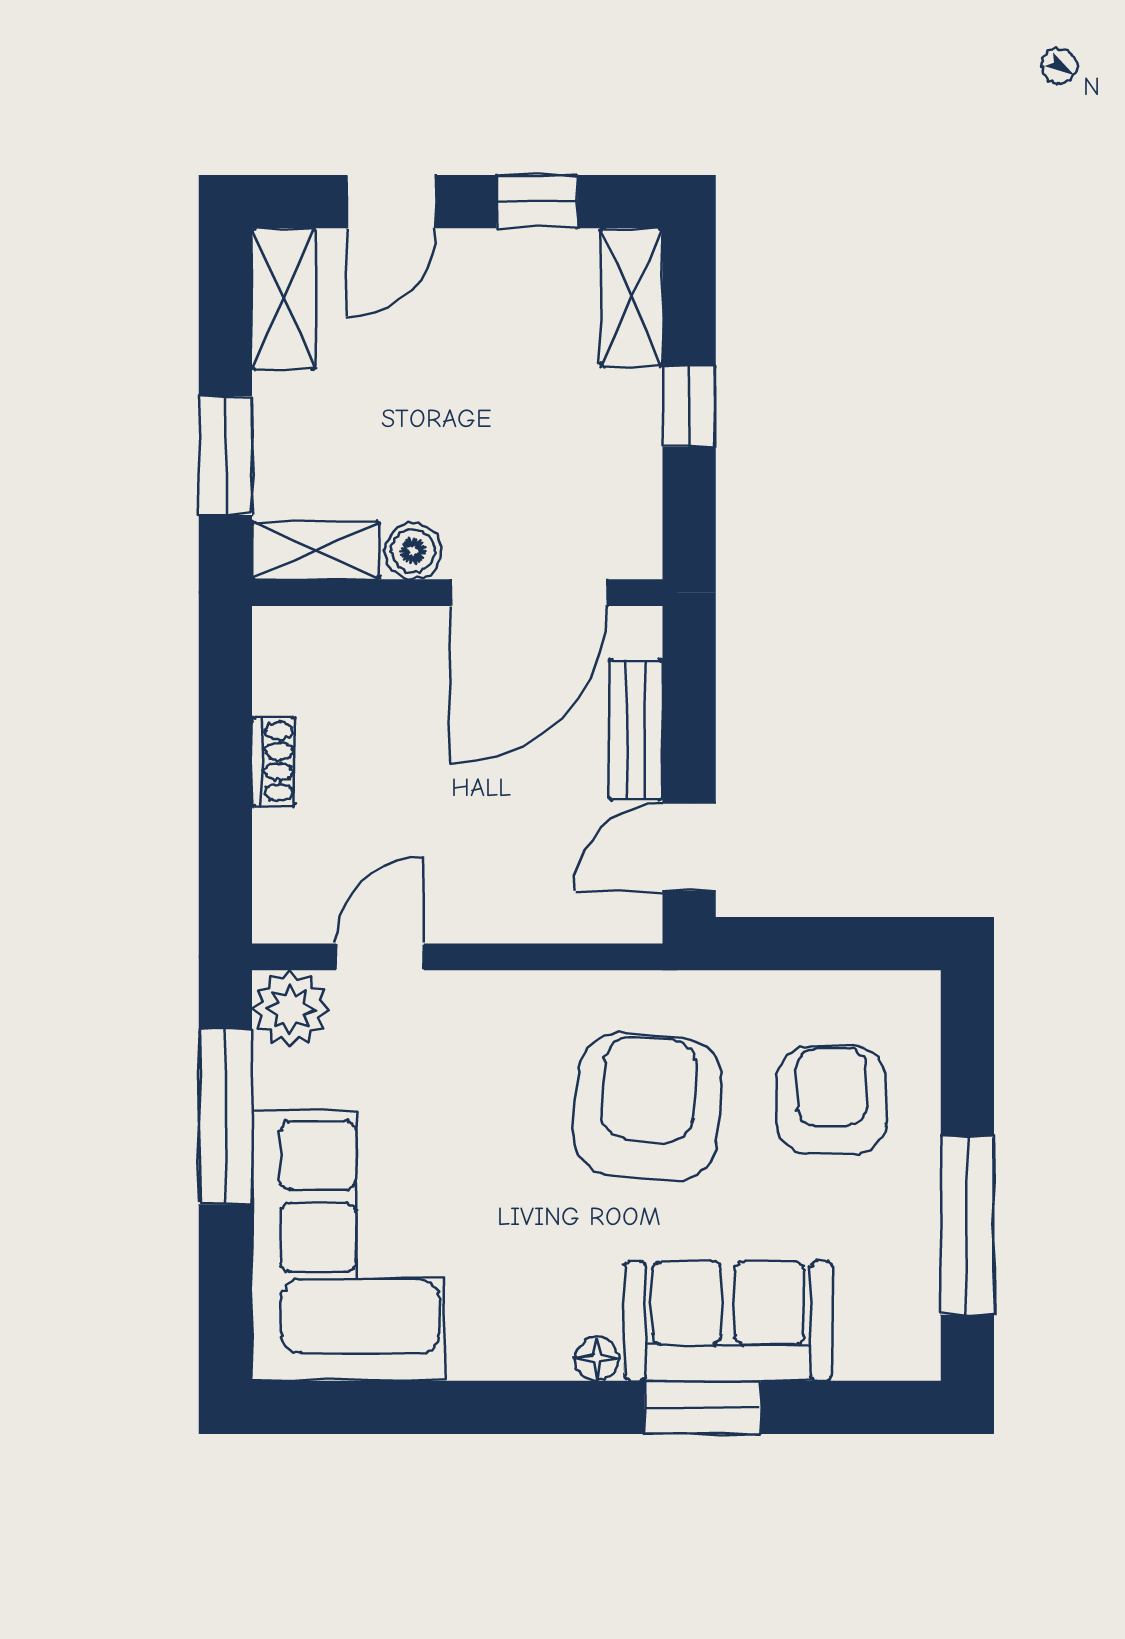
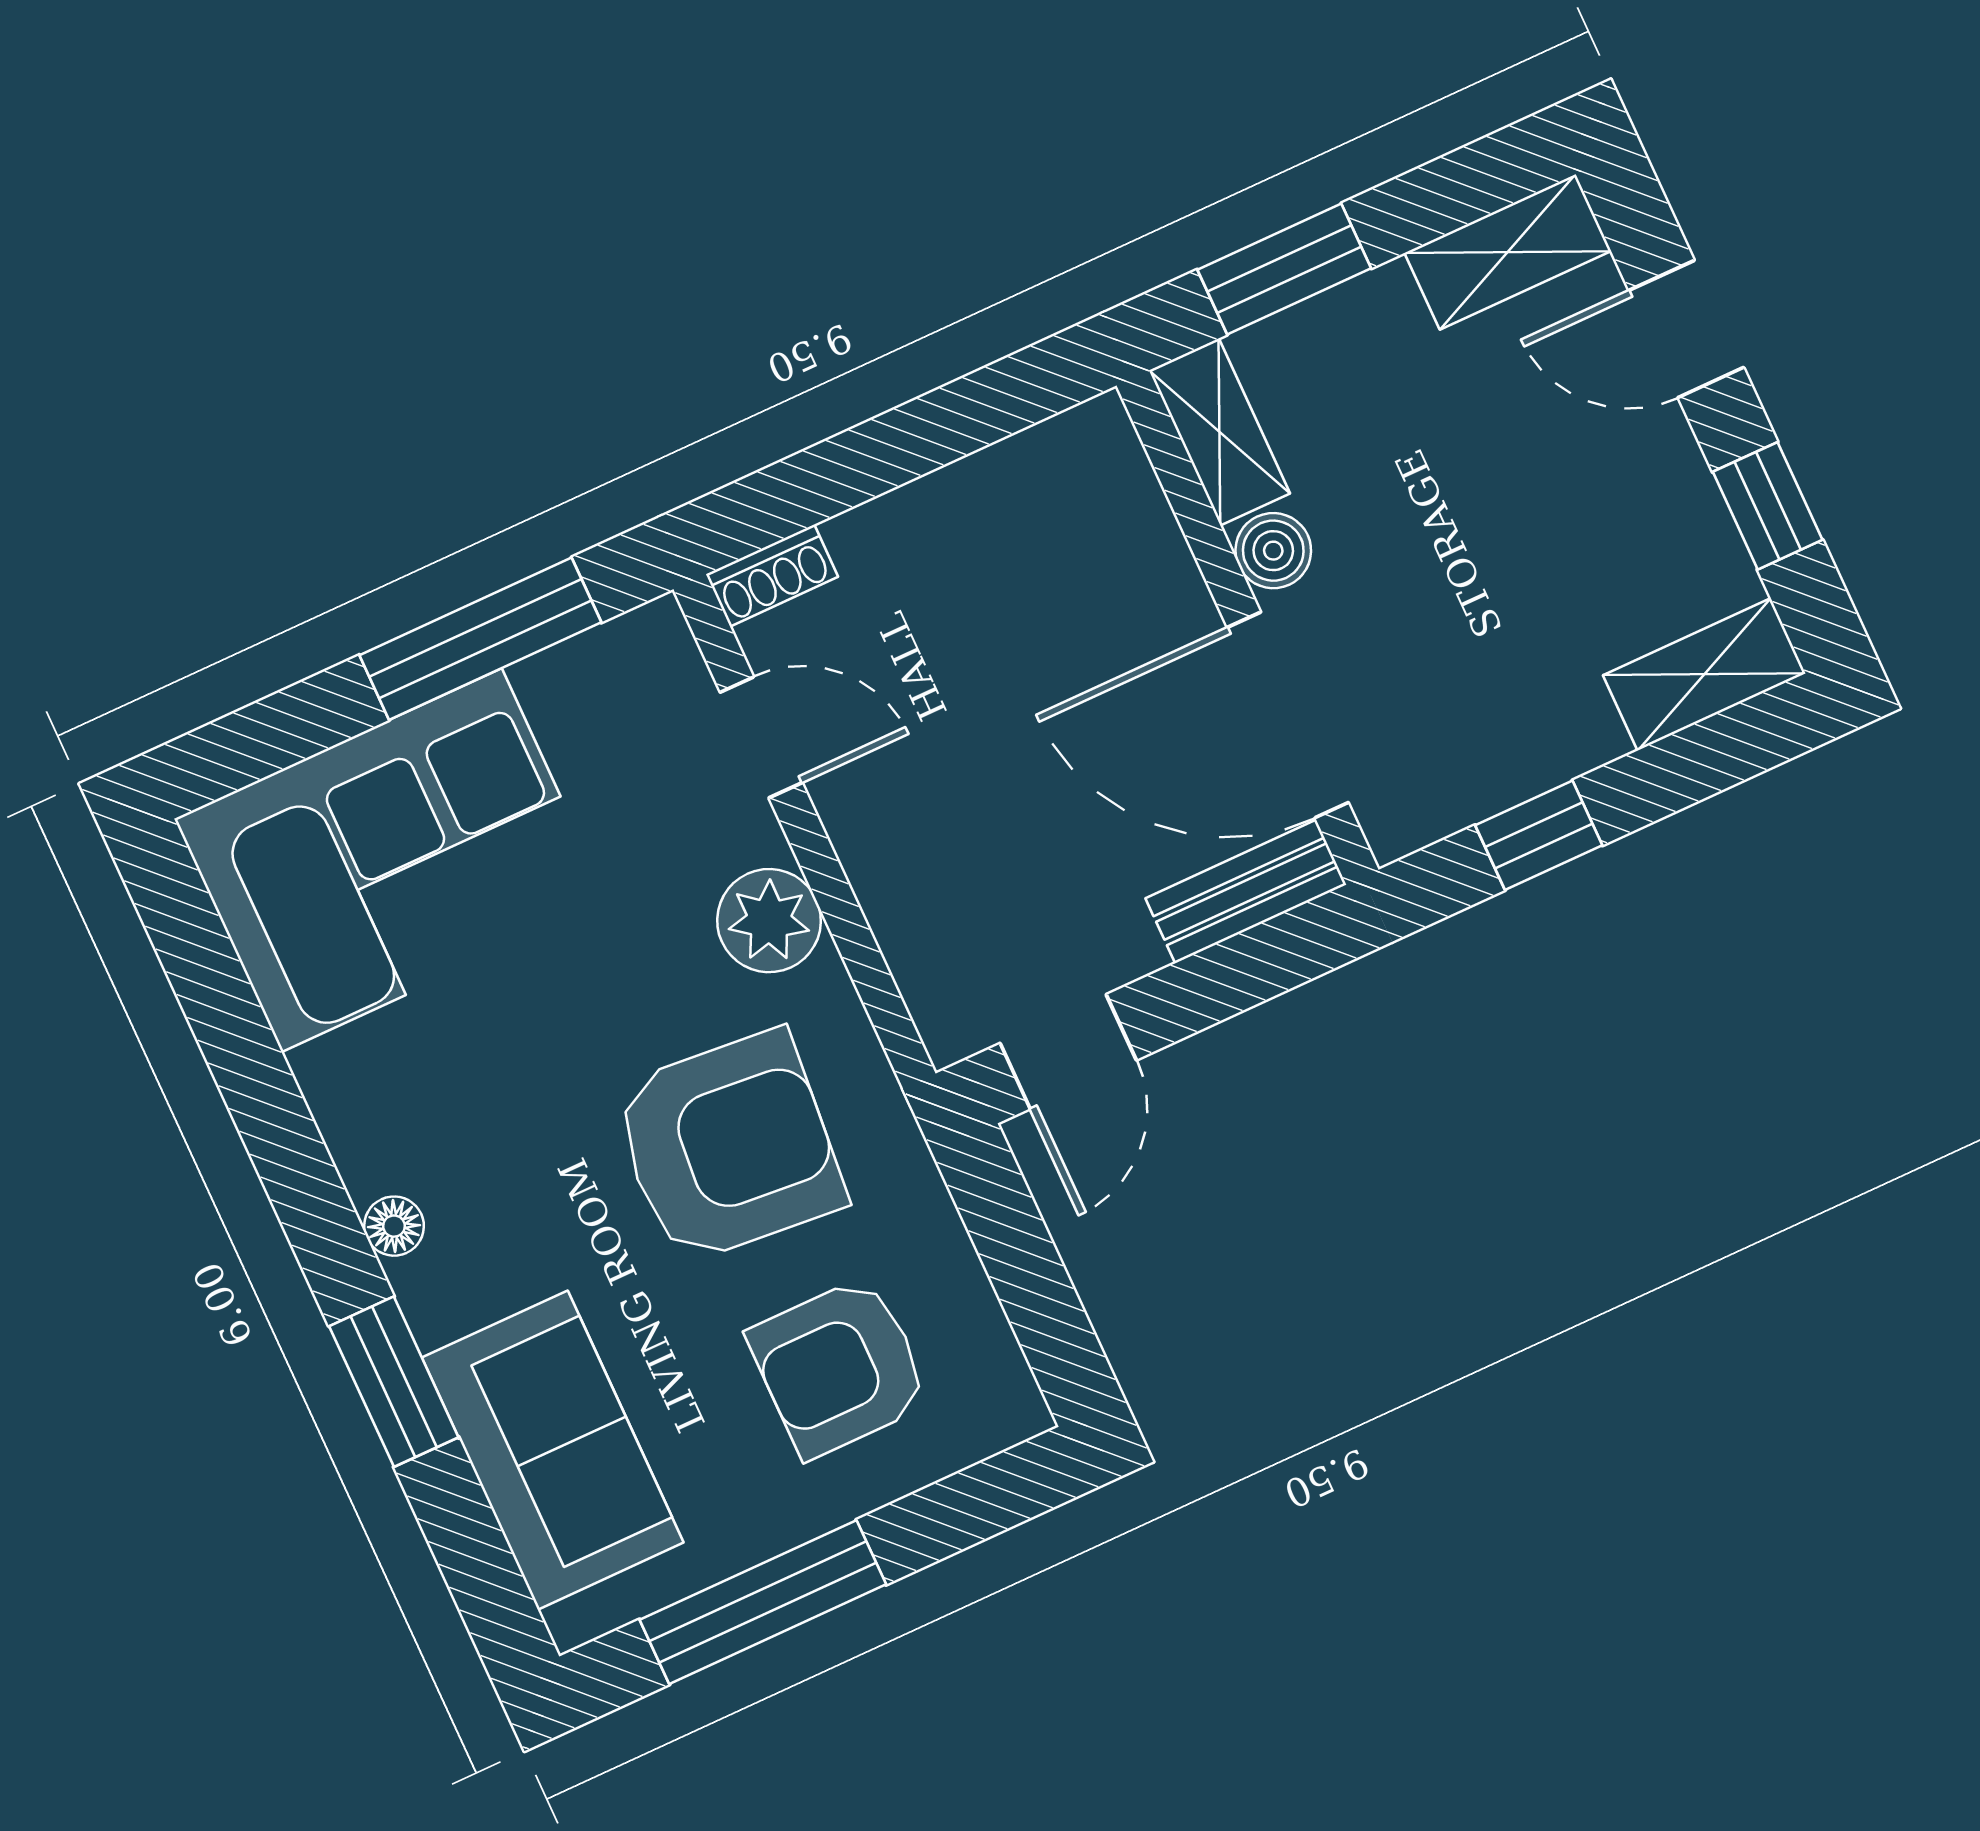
window: (689, 407) -> (1539, 835), moved
bench: (636, 729) -> (1246, 891), moved
shoe rack: (273, 761) -> (772, 576), moved
door: (689, 847) -> (1068, 1052), swing flipped
plant: (290, 1009) -> (769, 921), moved
armchair: (832, 1100) -> (839, 1367), turned 180
sofa: (728, 1321) -> (553, 1450), moved

